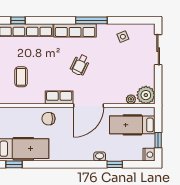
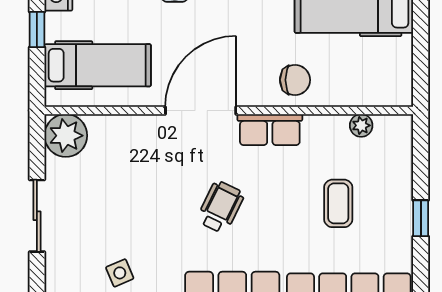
sliding door: (158, 50) -> (37, 216), moved
coffee table: (21, 77) -> (338, 203), moved
plant: (131, 99) -> (361, 125), moved

